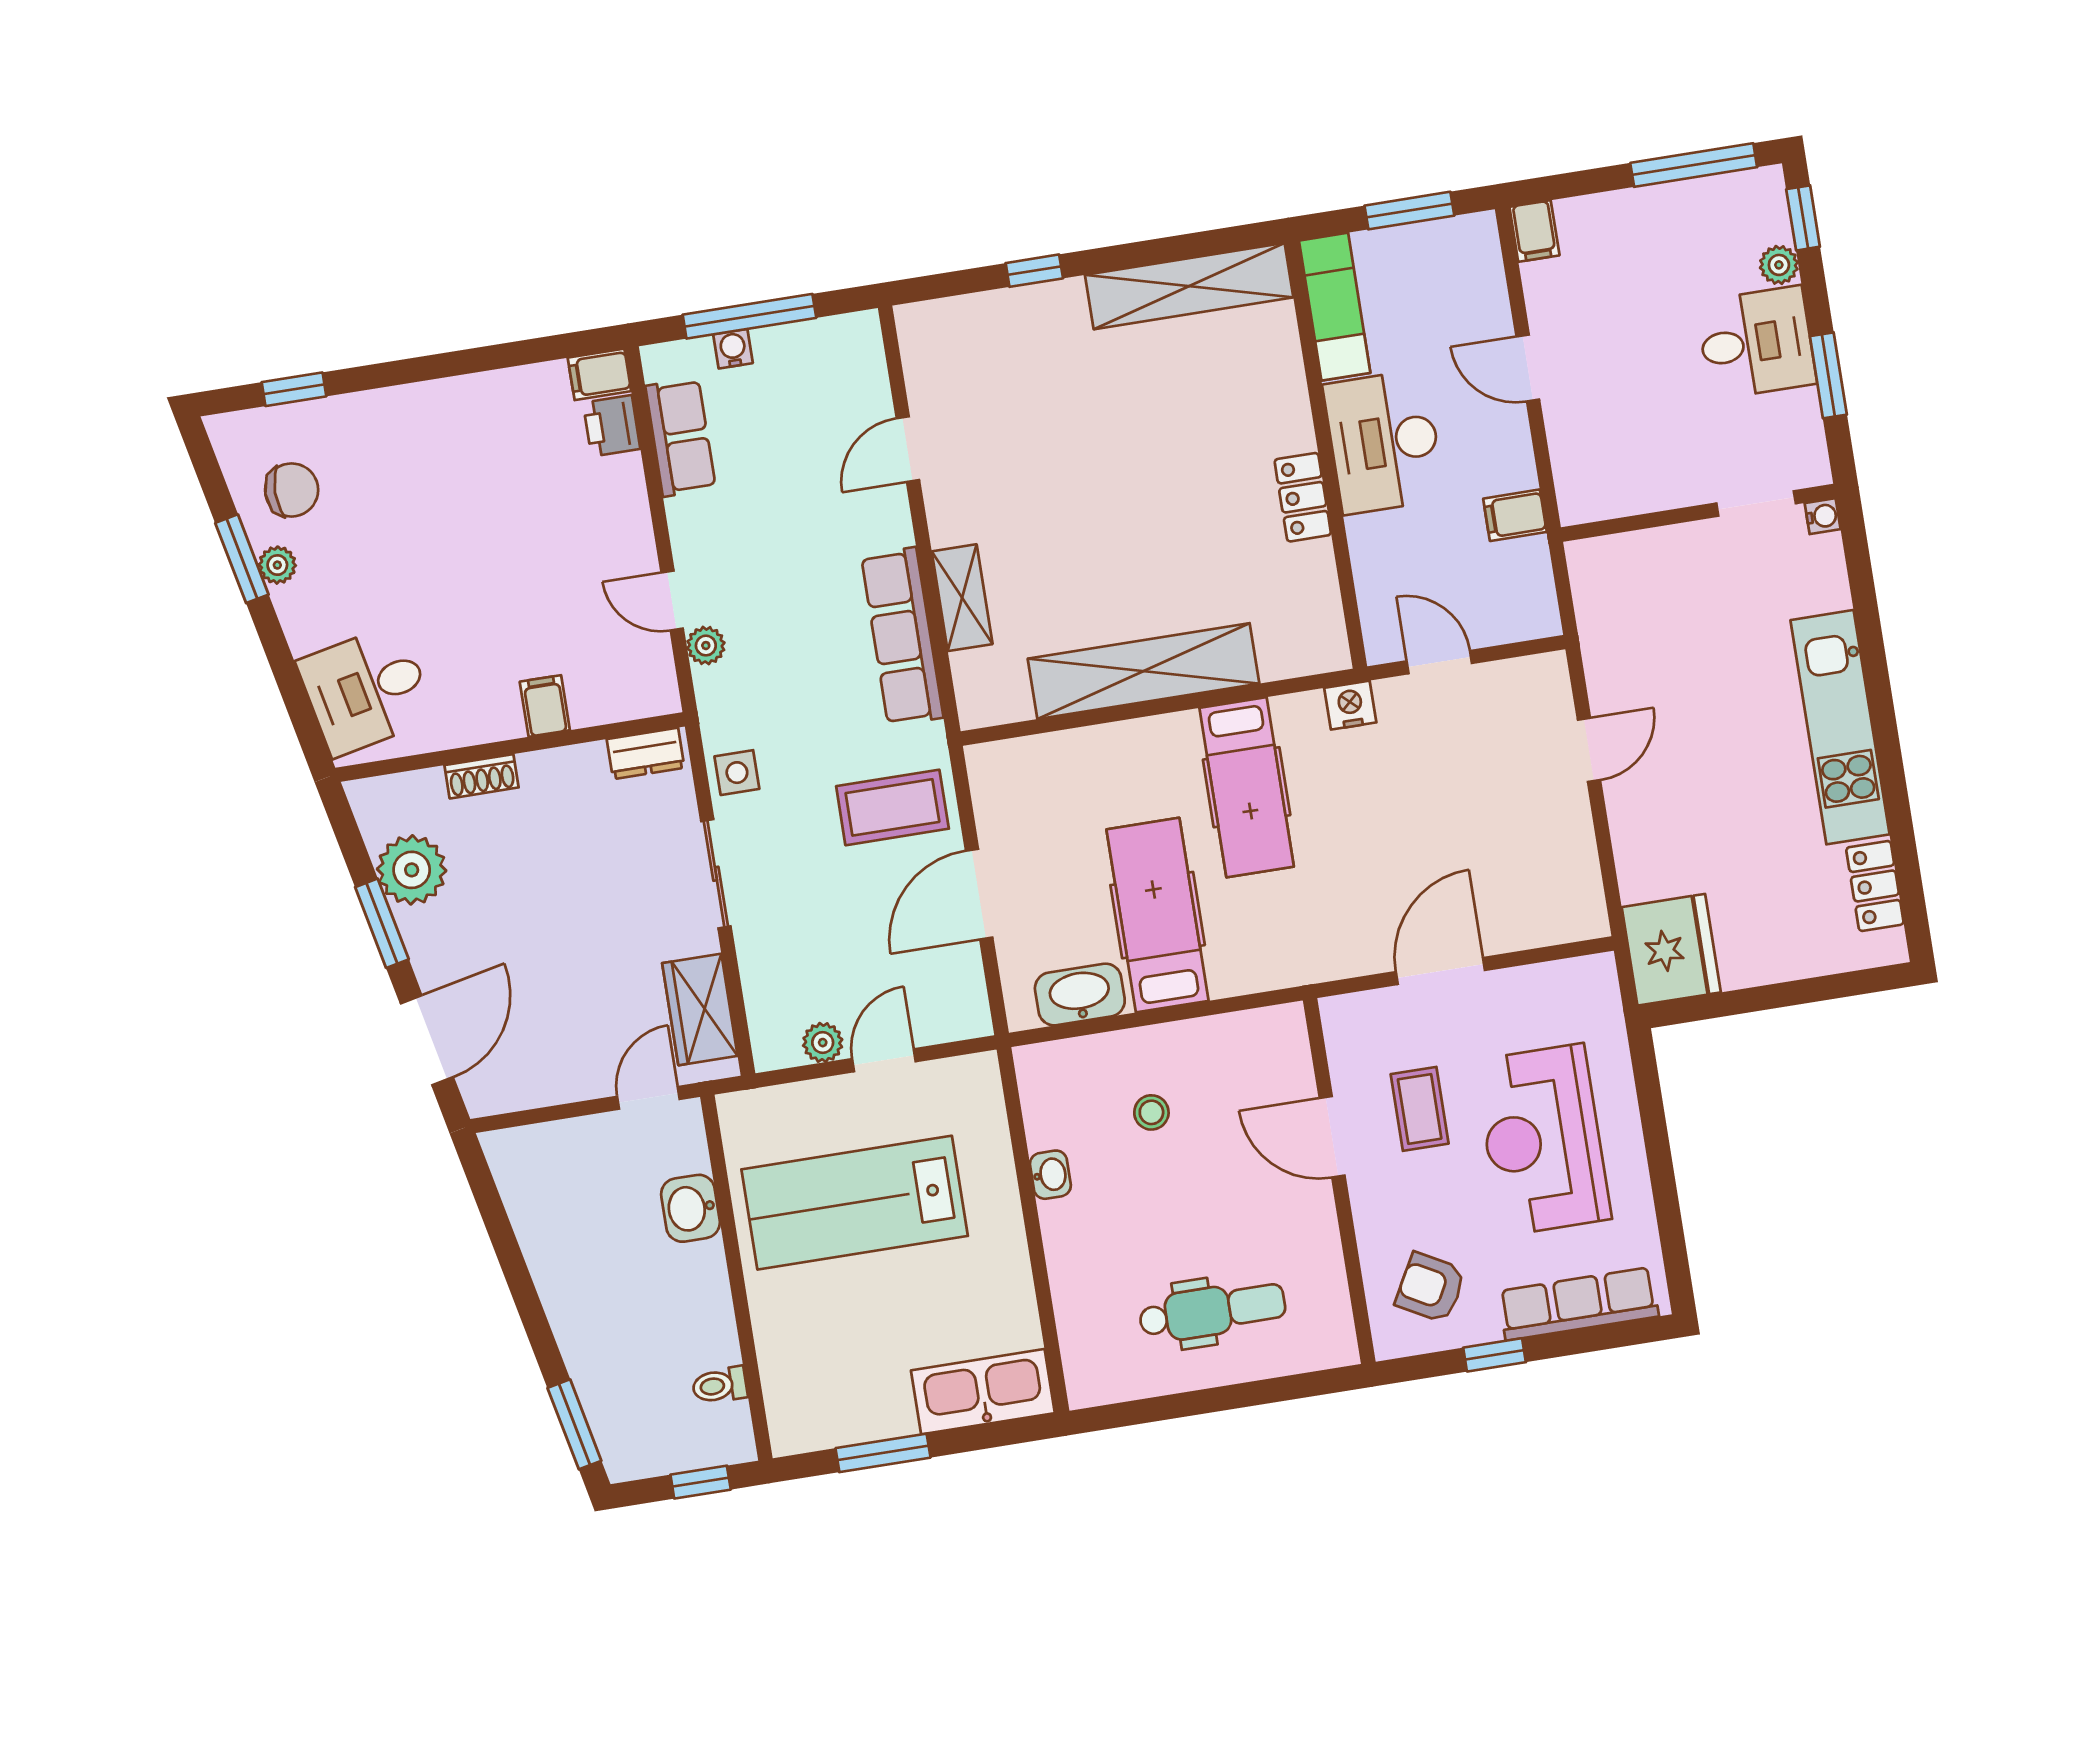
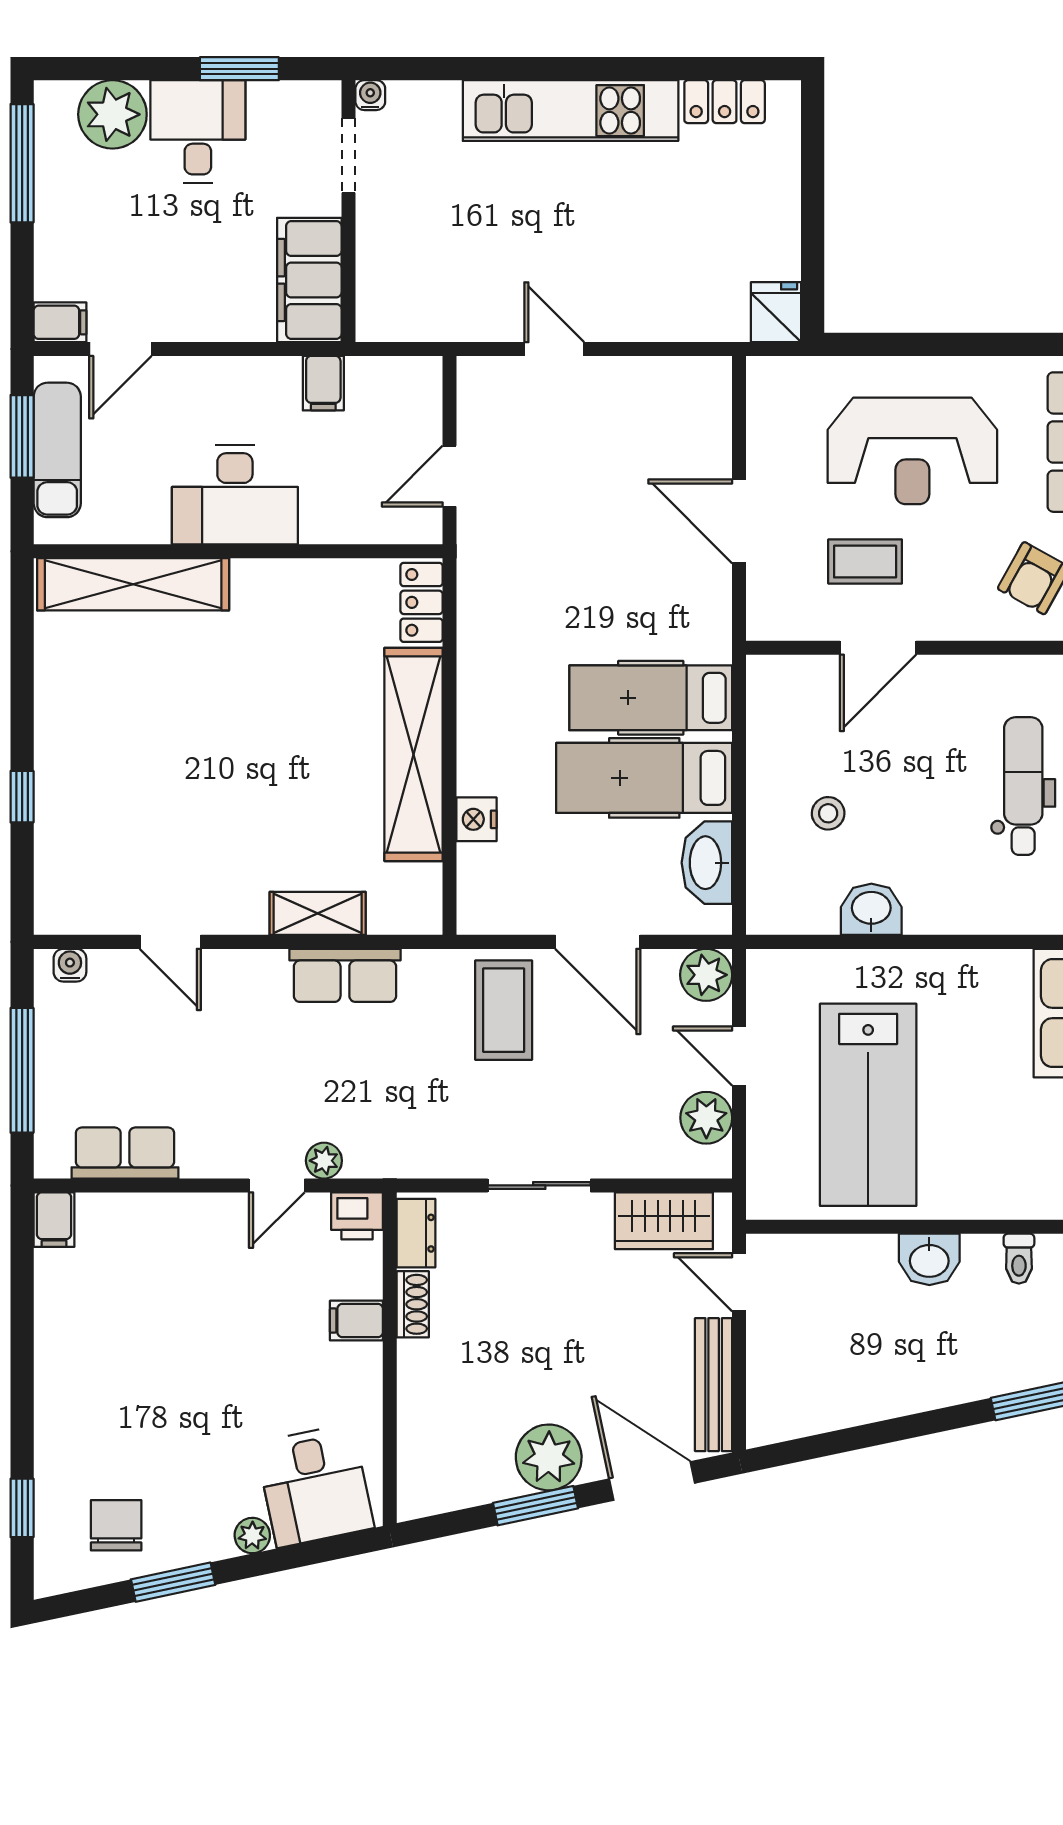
window: (1803, 218) -> (88, 69), removed
plant: (1779, 265) -> (112, 114), width x1.88, depth x1.88
shelving: (1189, 286) -> (133, 584), moved, turned 90
exam couch: (1335, 307) -> (57, 450), moved, turned 90
water cooler: (733, 349) -> (70, 965), moved, turned 90
door: (1528, 368) -> (120, 349), moved
printer: (612, 426) -> (357, 1216), moved
filing cabinet: (1620, 483) -> (309, 280), added
locker: (1303, 497) -> (422, 602), moved, turned 90
plant: (277, 565) -> (252, 1536), moved
row of seats: (902, 637) -> (345, 975), width x0.68
nightstand: (1350, 705) -> (477, 819), moved
side table: (737, 773) -> (448, 1151), removed
shoe rack: (481, 776) -> (413, 1304), moved
hospital bed: (1247, 787) -> (651, 698), moved, turned 180
plant: (412, 870) -> (549, 1457), moved
fridge: (1671, 950) -> (776, 312), width x0.53, depth x0.75
plant: (963, 1012) -> (706, 975), added
plant: (823, 1043) -> (706, 1118), width x1.38, depth x1.38
bench: (538, 1088) -> (714, 1385), added
washbasin: (1050, 1175) -> (871, 909), width x1.38, depth x1.45
washbasin: (691, 1208) -> (929, 1259), moved

